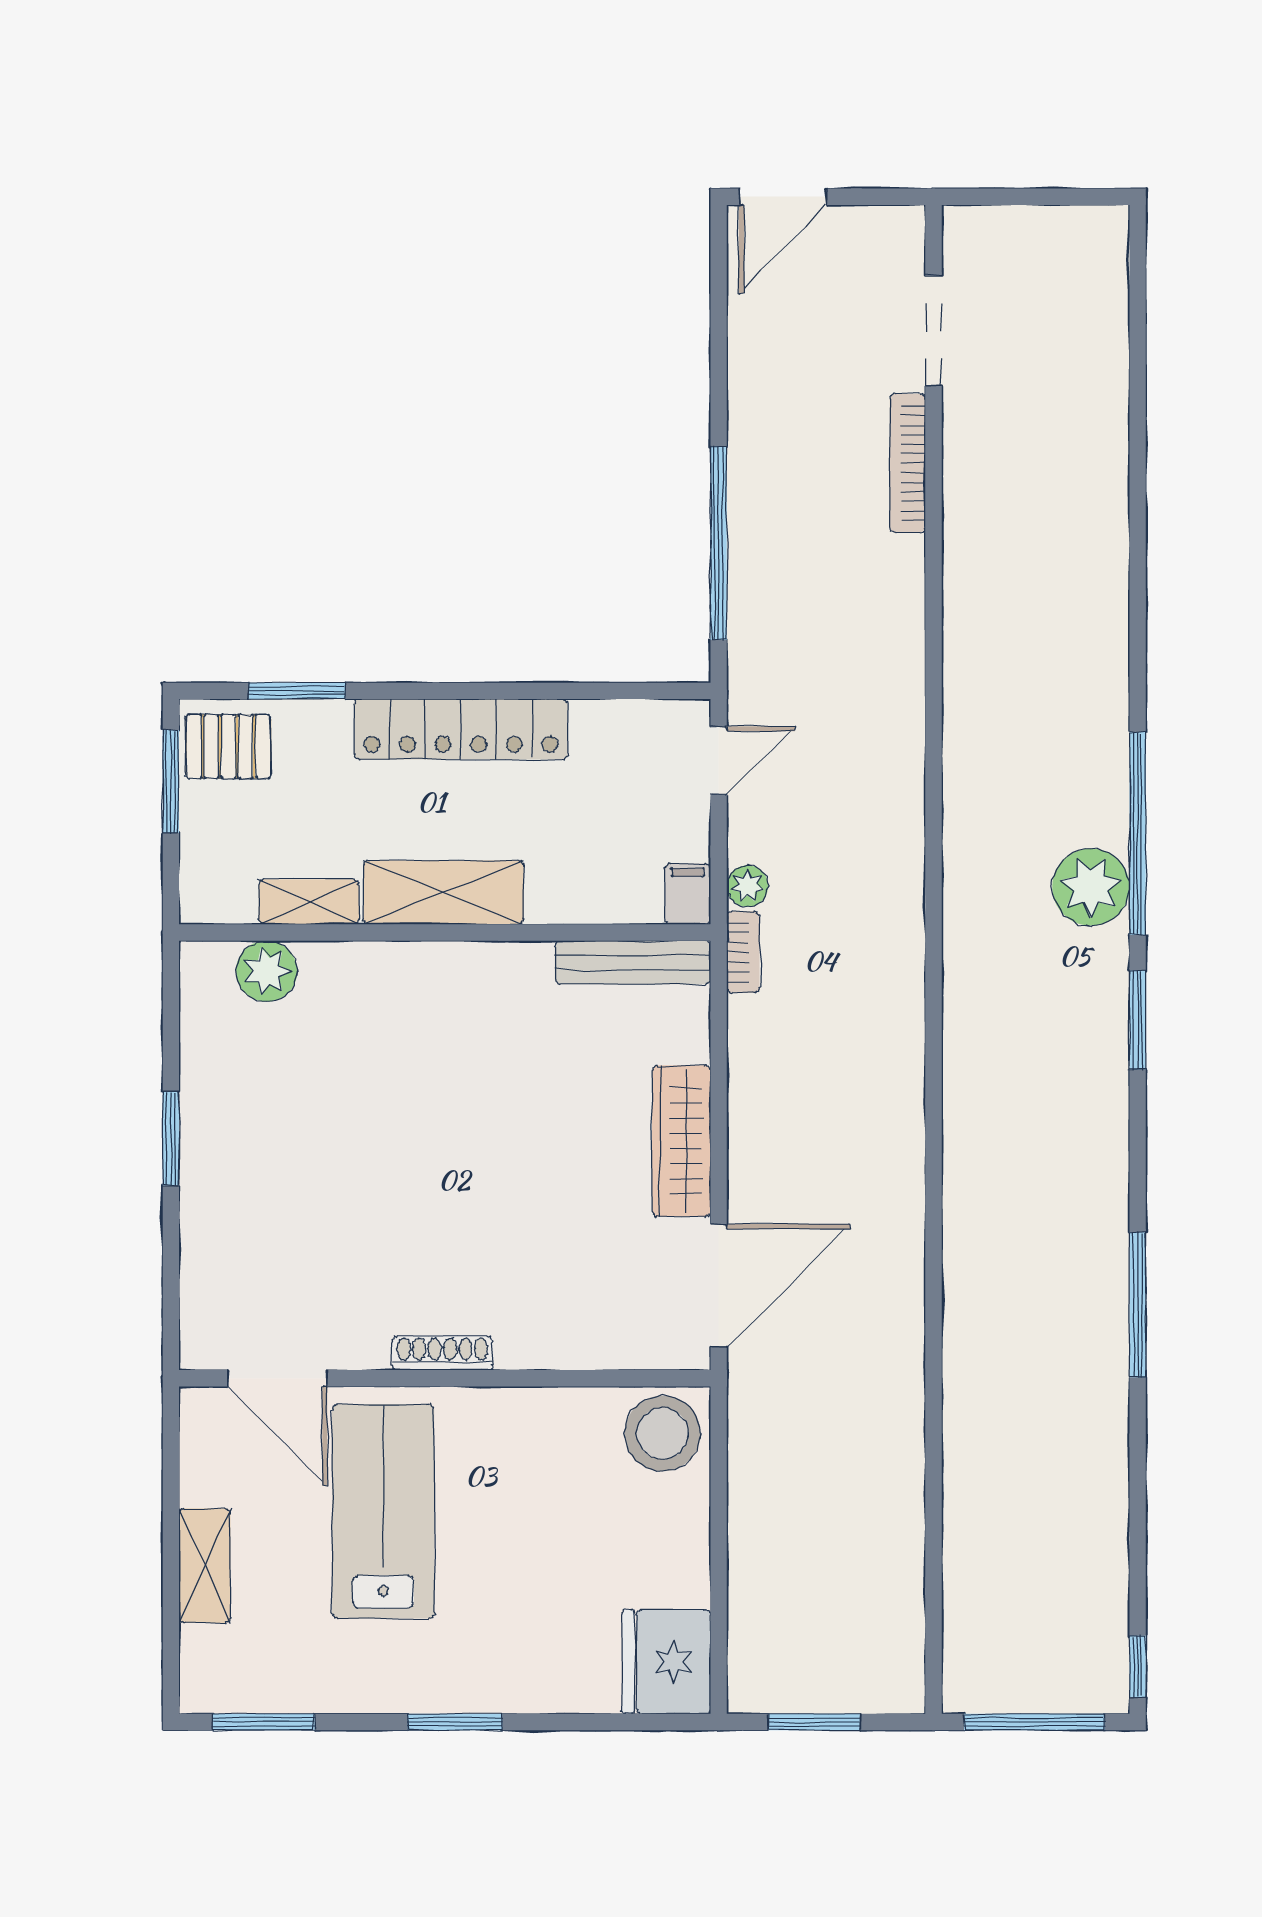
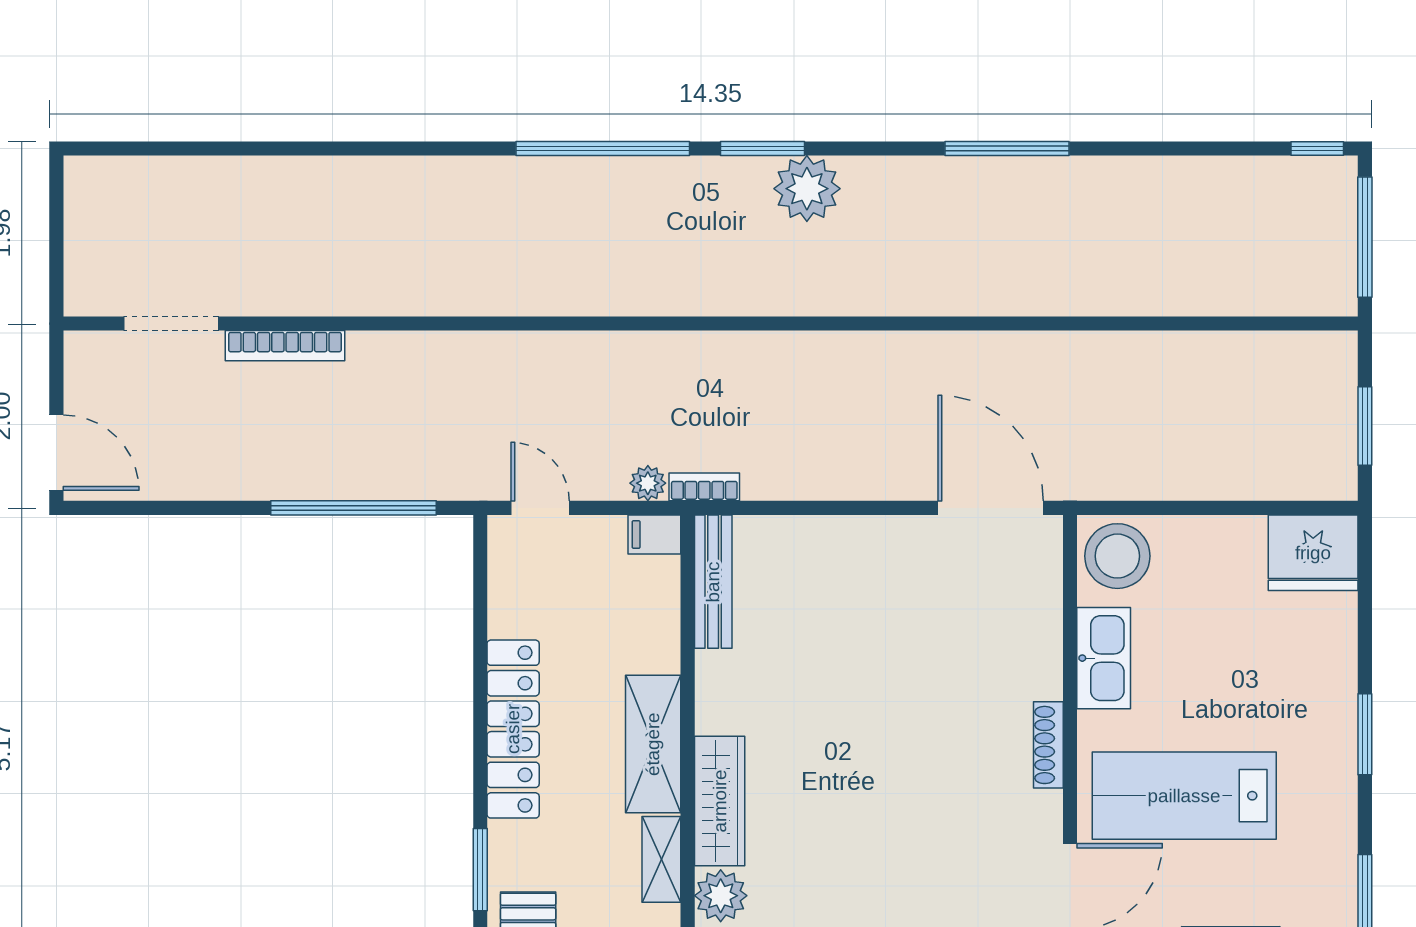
plant: (1091, 887) -> (807, 189), moved
wardrobe: (681, 1141) -> (720, 801), moved, turned -90
kitchen sink: (544, 1417) -> (1104, 658), added

